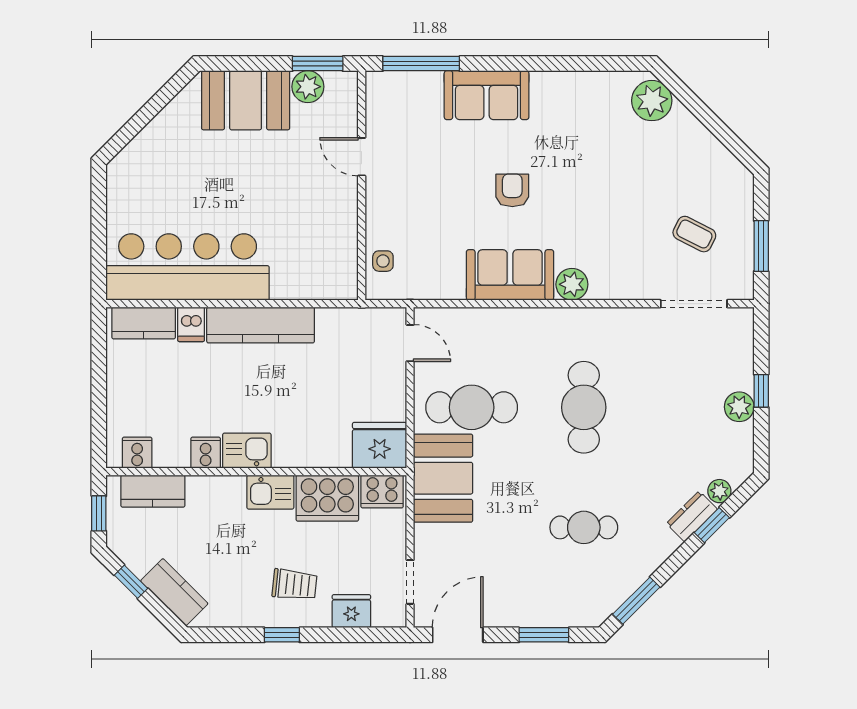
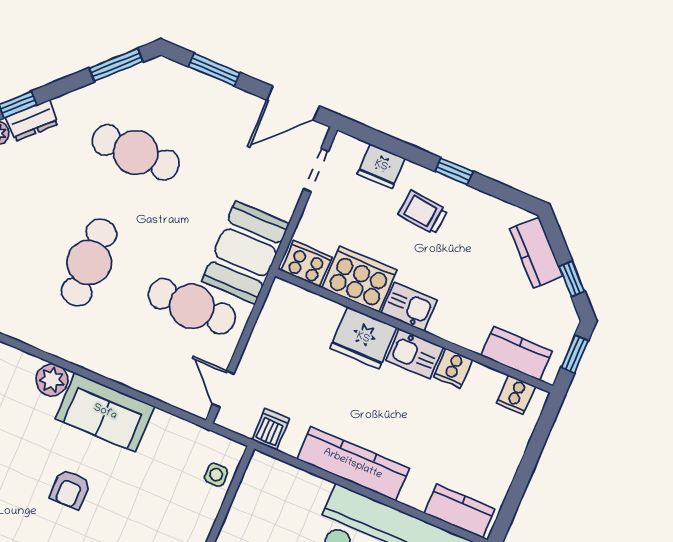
dishwasher: (191, 324) -> (271, 429), moved
fridge: (380, 445) -> (363, 338), moved
cafe table: (584, 527) -> (136, 152), width x1.37, depth x1.35

